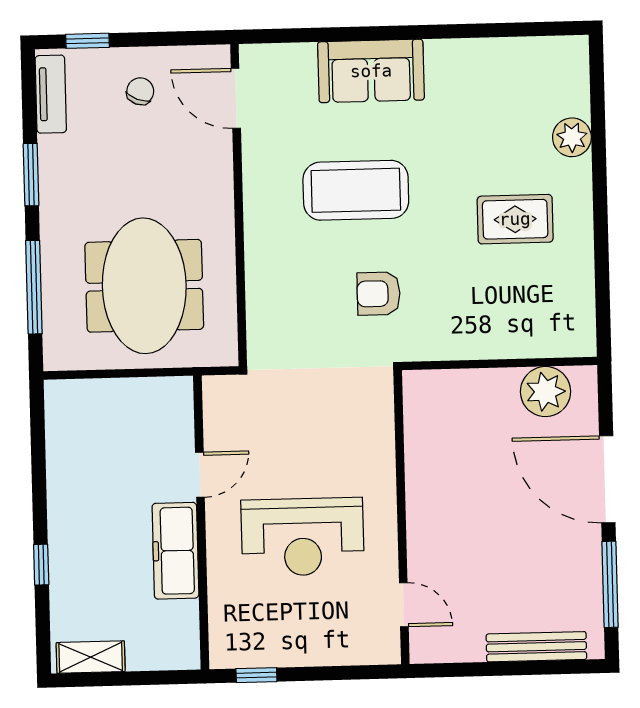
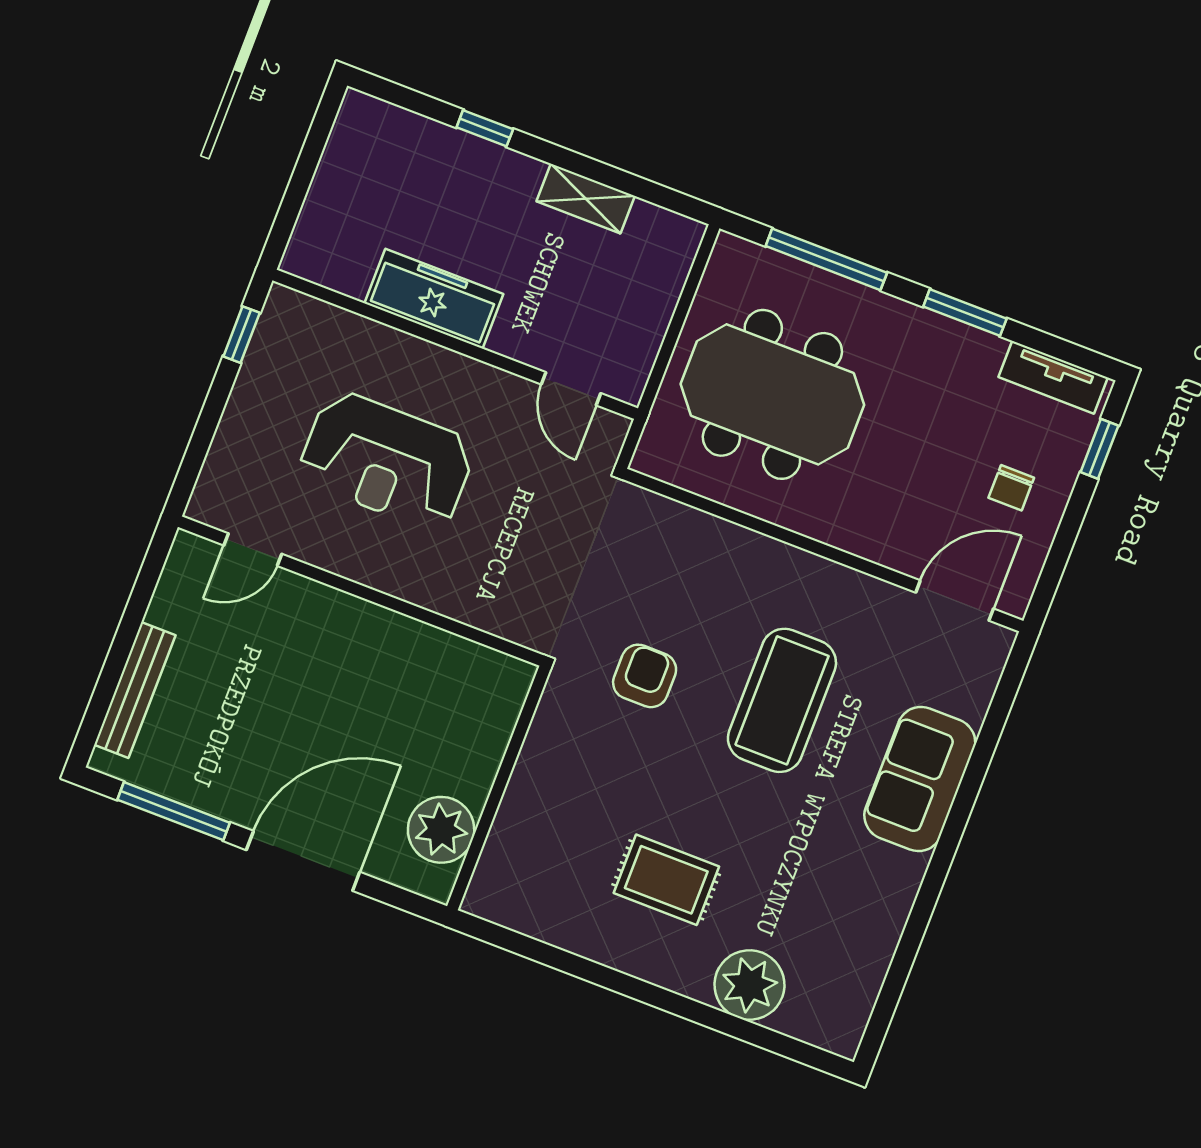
chair: (140, 91) -> (1011, 488), turned 68
plant: (572, 137) -> (749, 985), width x1.36, depth x1.36
rug: (515, 219) -> (666, 880), turned 90
door: (200, 475) -> (571, 389), moved
reception desk: (303, 537) -> (387, 461), turned -90
shelving: (91, 657) -> (586, 199), moved, turned 90

